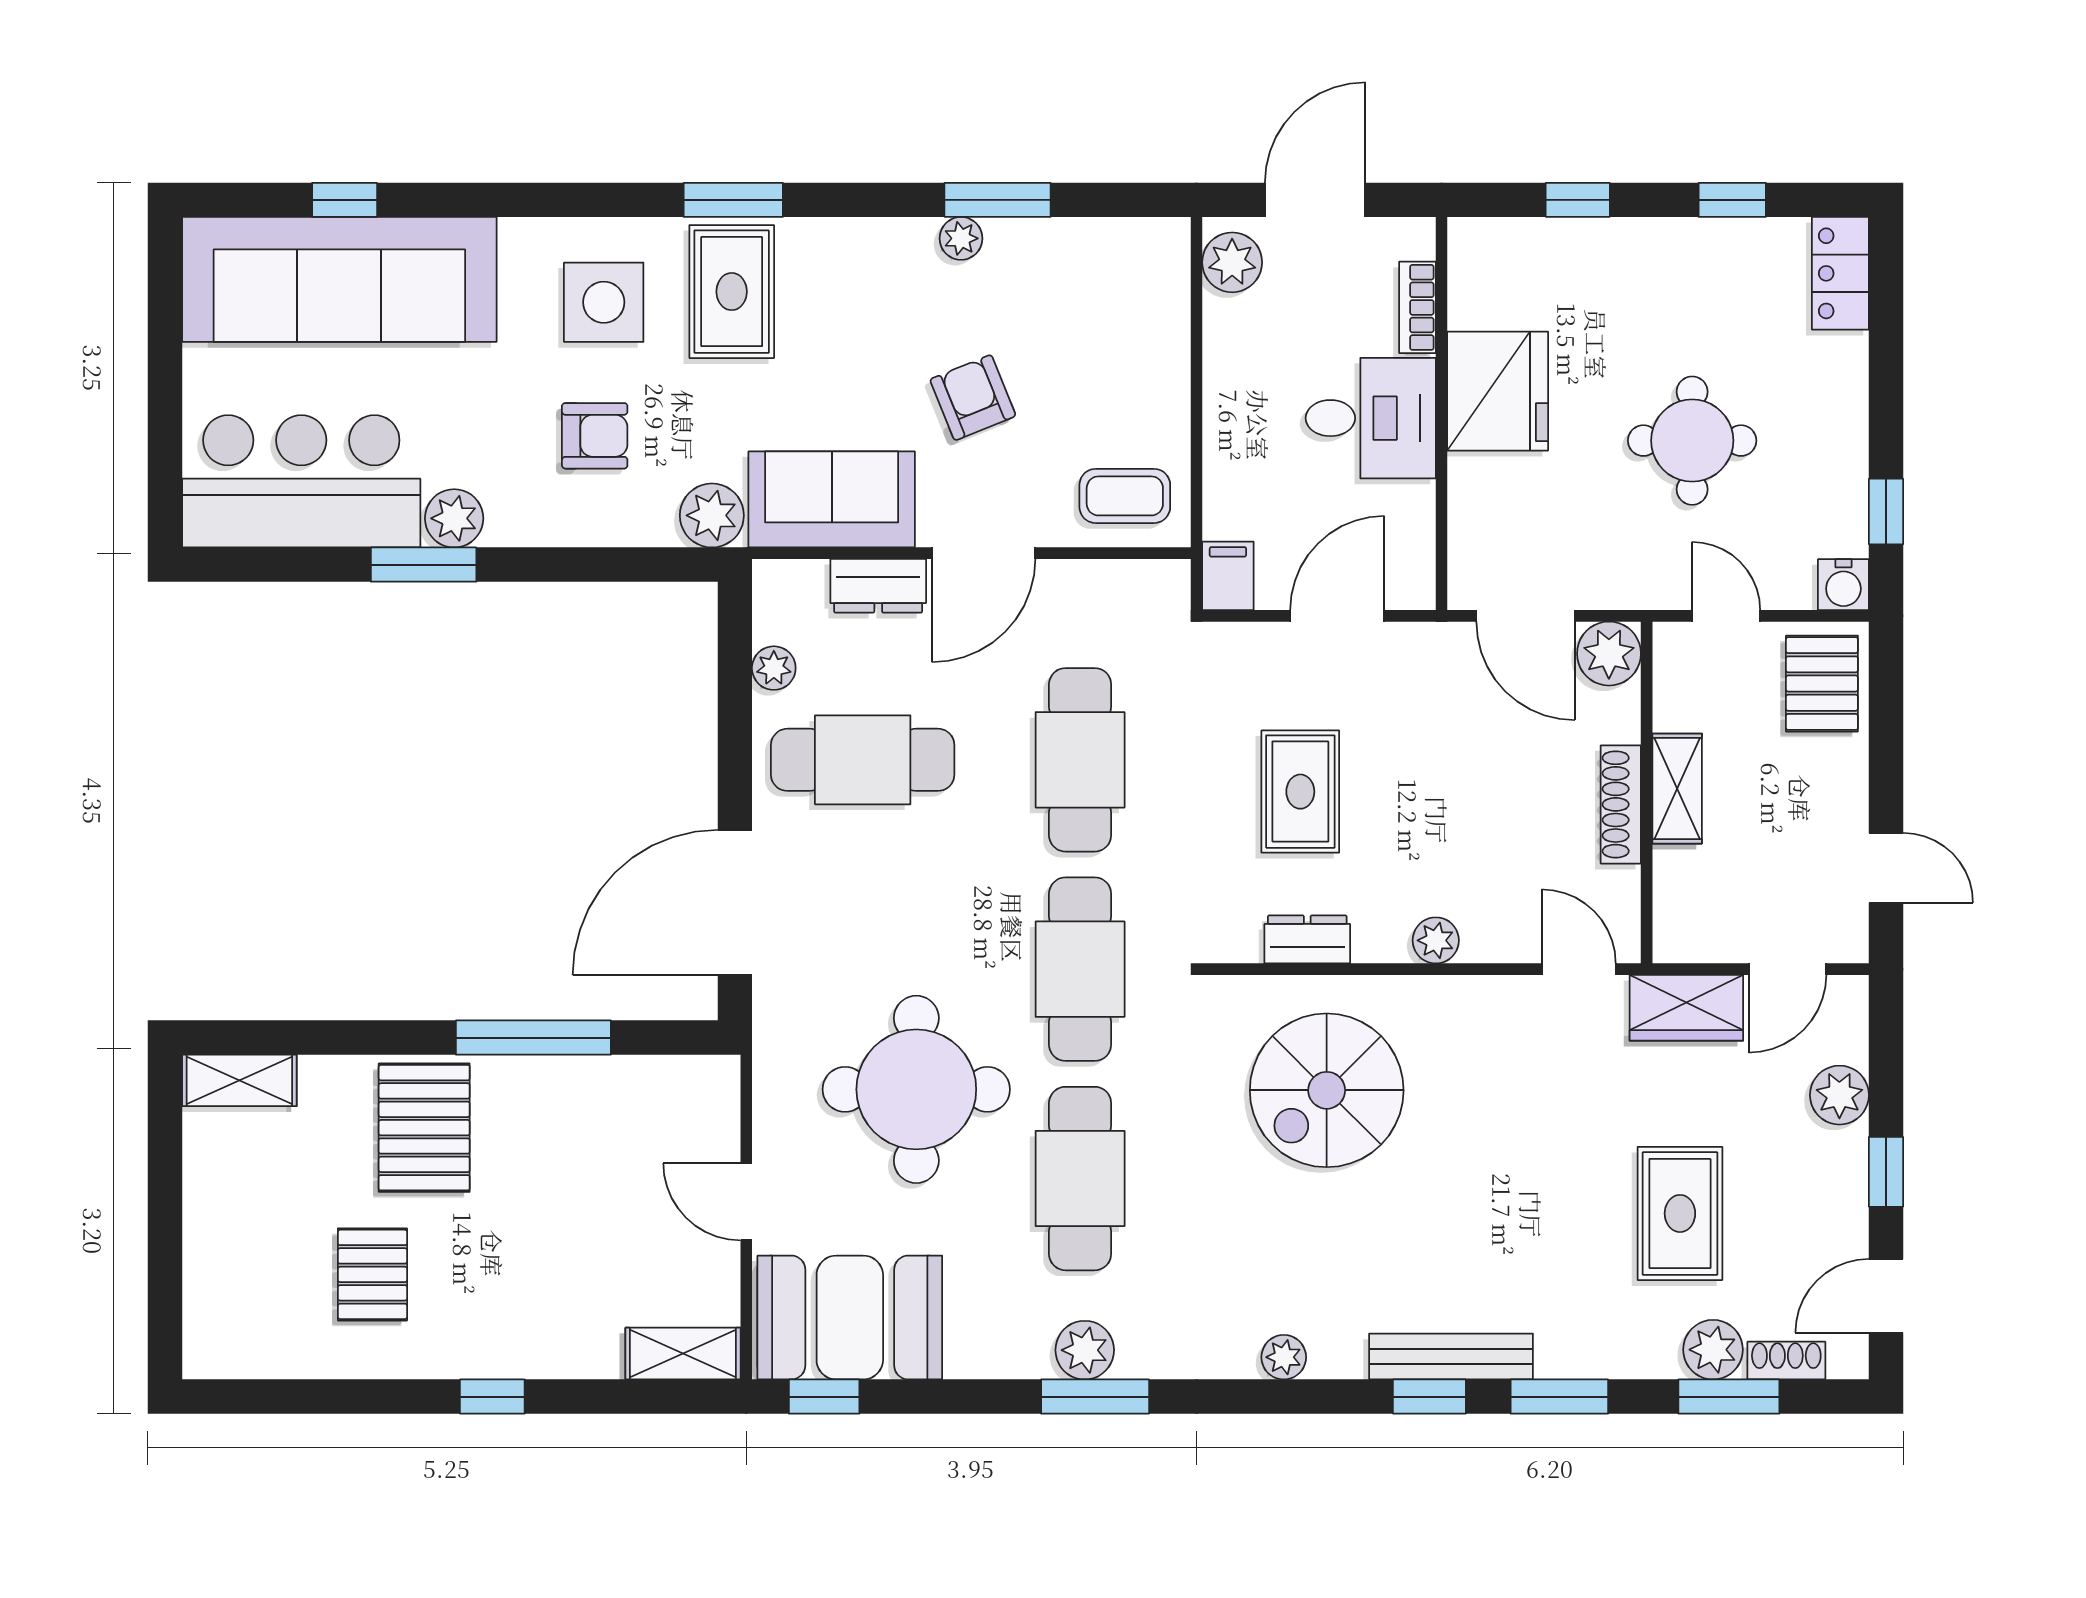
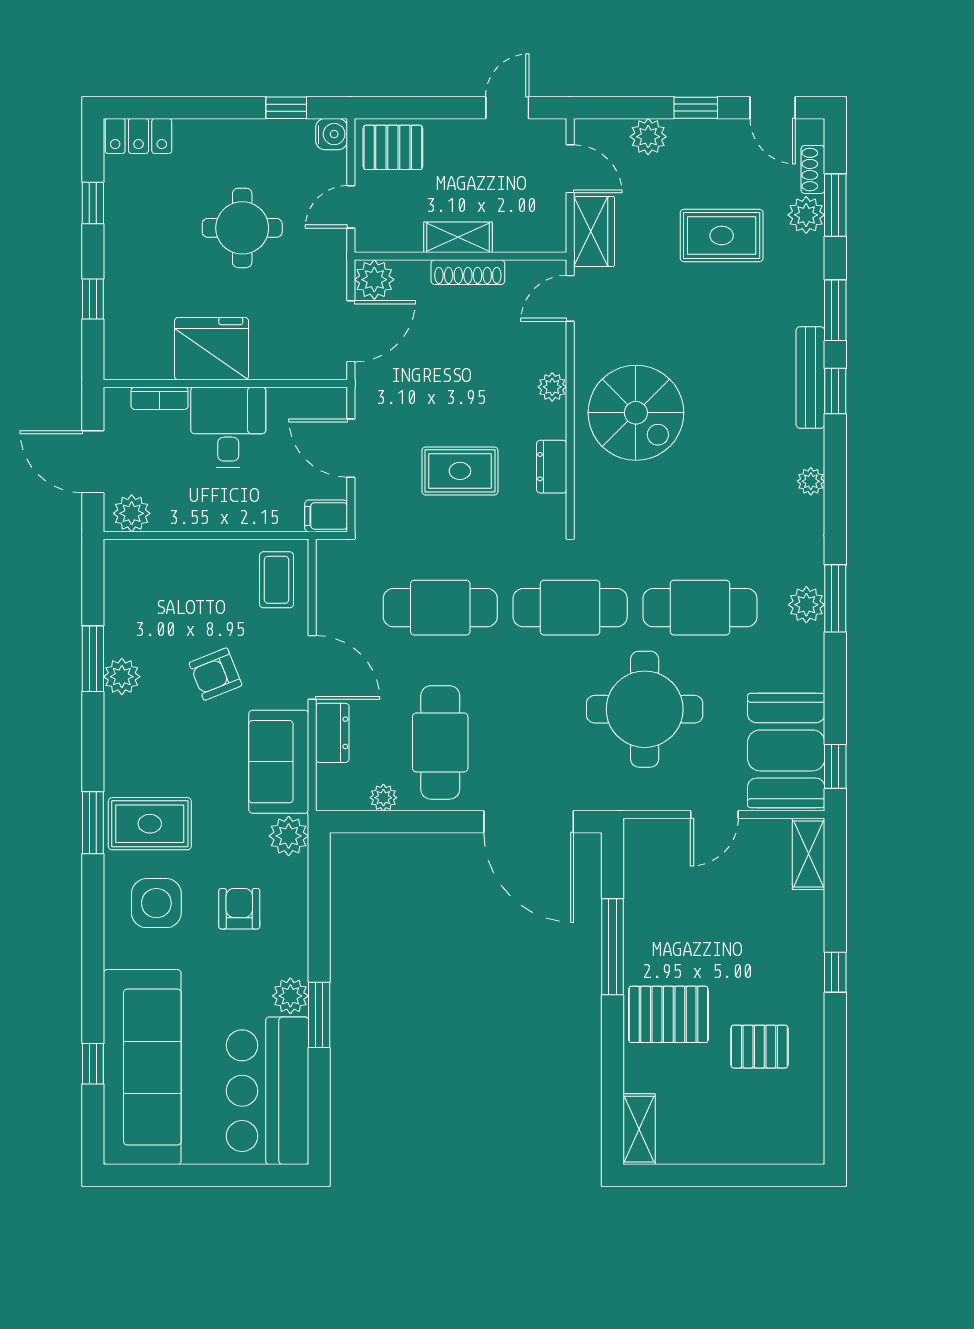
plant: (961, 238) -> (122, 677), width x1.38, depth x1.38
spiral stairs: (1327, 1090) -> (636, 413), moved

